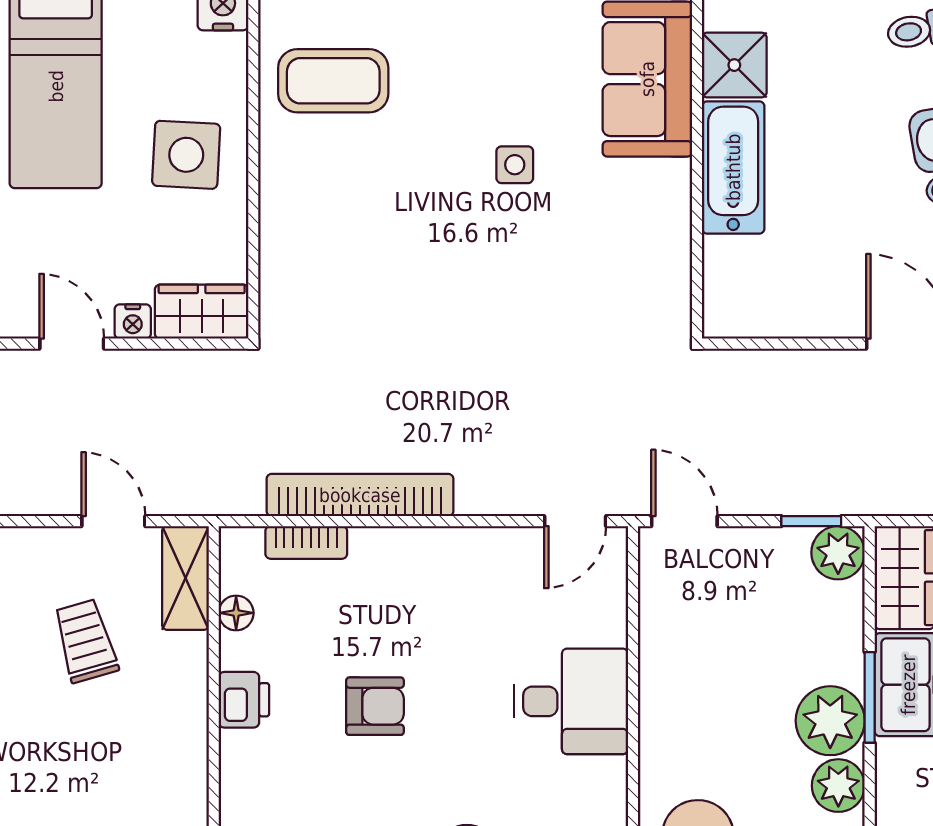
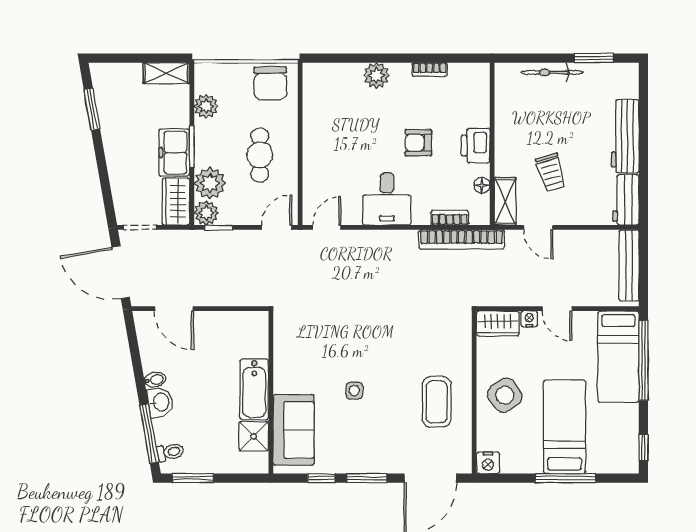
coffee table: (333, 81) -> (437, 402), moved, turned 90
side table: (186, 155) -> (505, 395), turned -38
bookcase: (360, 495) -> (462, 239), moved
door: (684, 521) -> (277, 227), swing flipped
cafe table: (721, 679) -> (260, 155), added
printer: (244, 700) -> (476, 146), width x1.36, depth x1.24
desk: (571, 701) -> (387, 199), moved, turned -90
plant: (830, 721) -> (210, 183), moved

